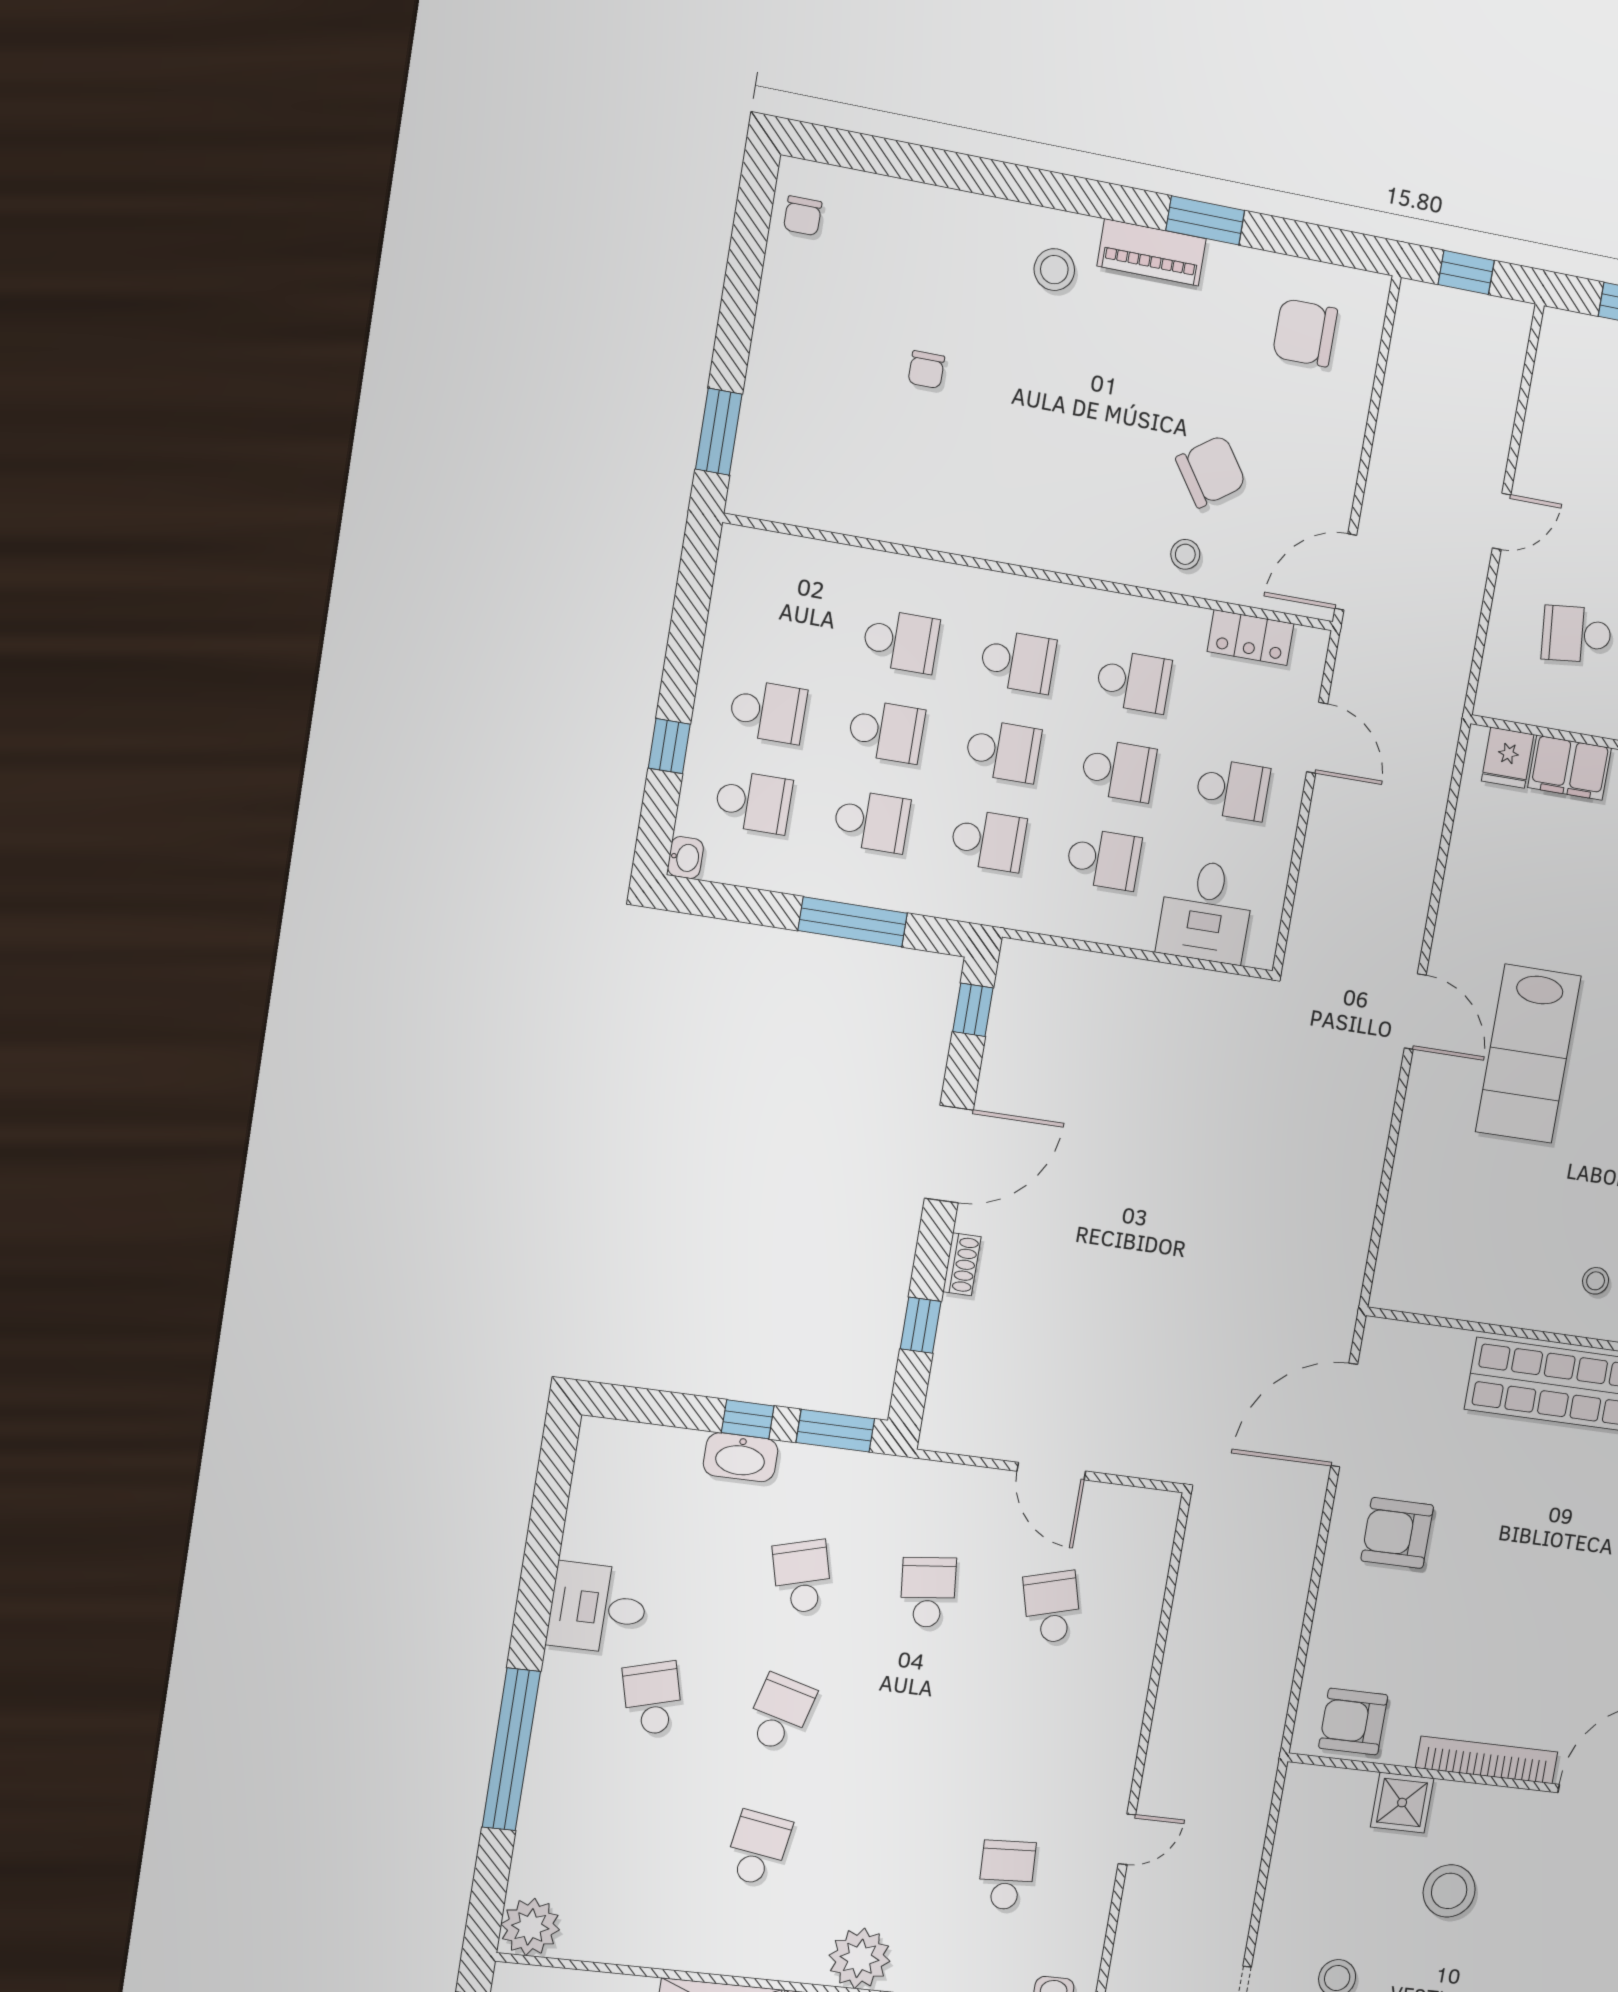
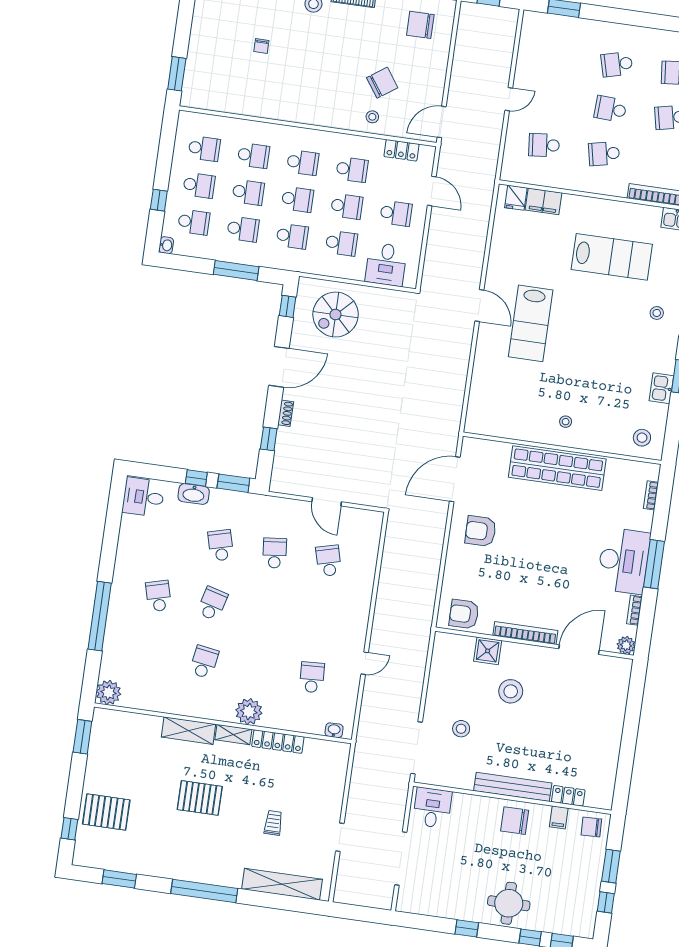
school desk: (782, 621) -> (204, 149), added
spiral stairs: (1085, 1030) -> (336, 315), added
desk: (598, 1608) -> (143, 497), moved

